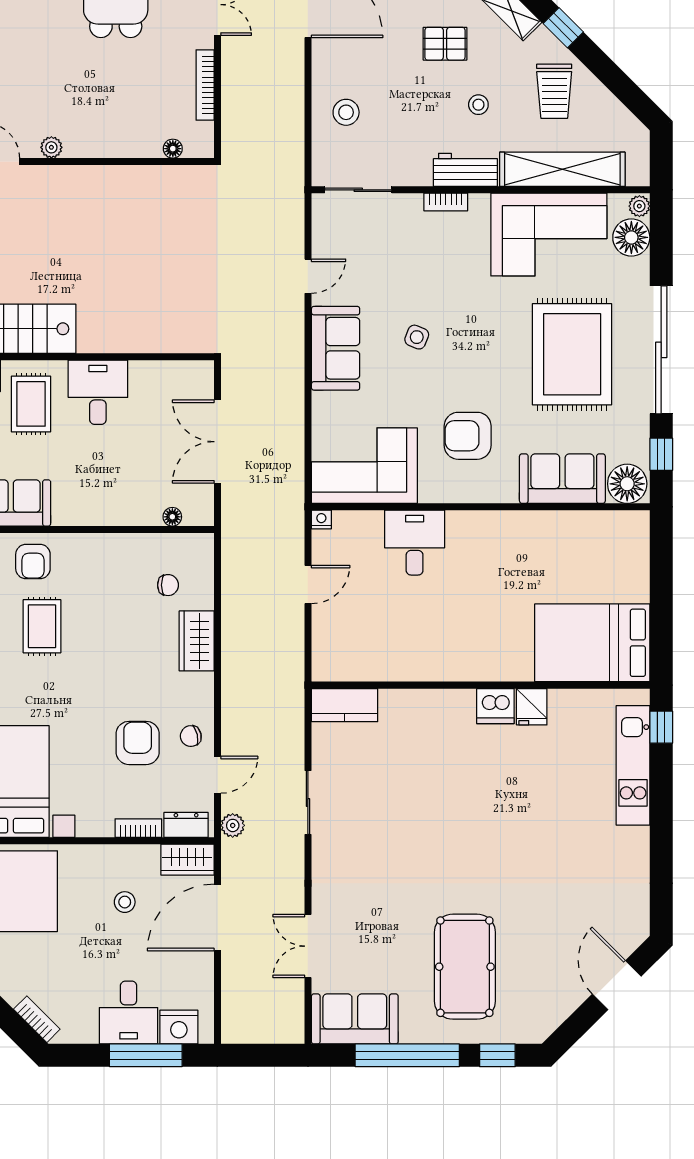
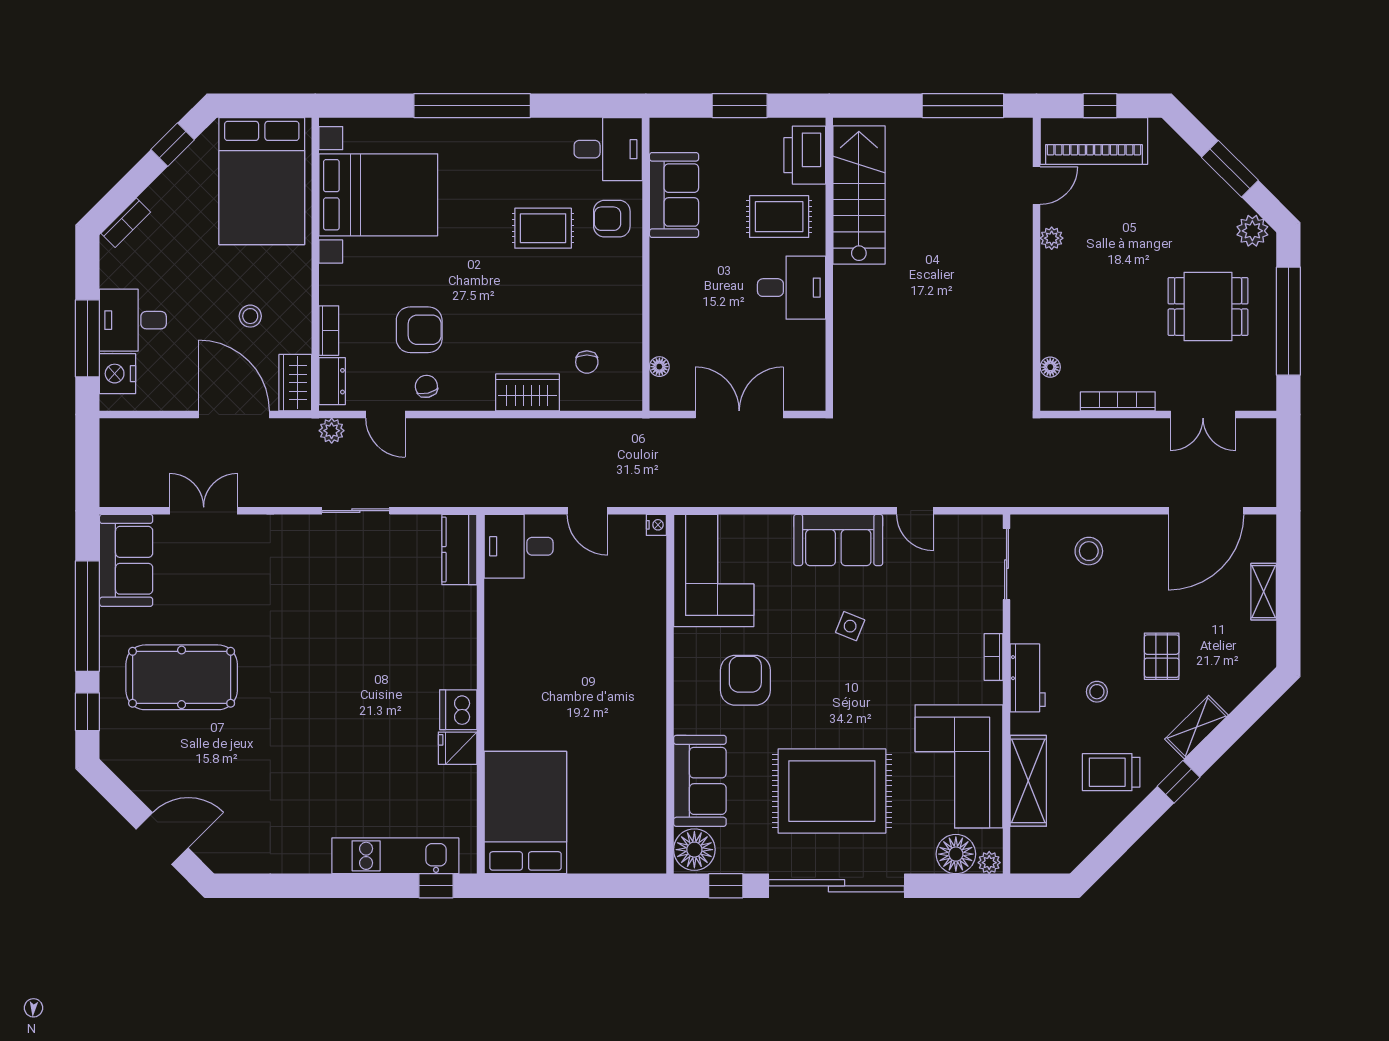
shelving: (562, 169) -> (1028, 781), width x0.68
desk: (415, 543) -> (519, 546), moved, turned 180

